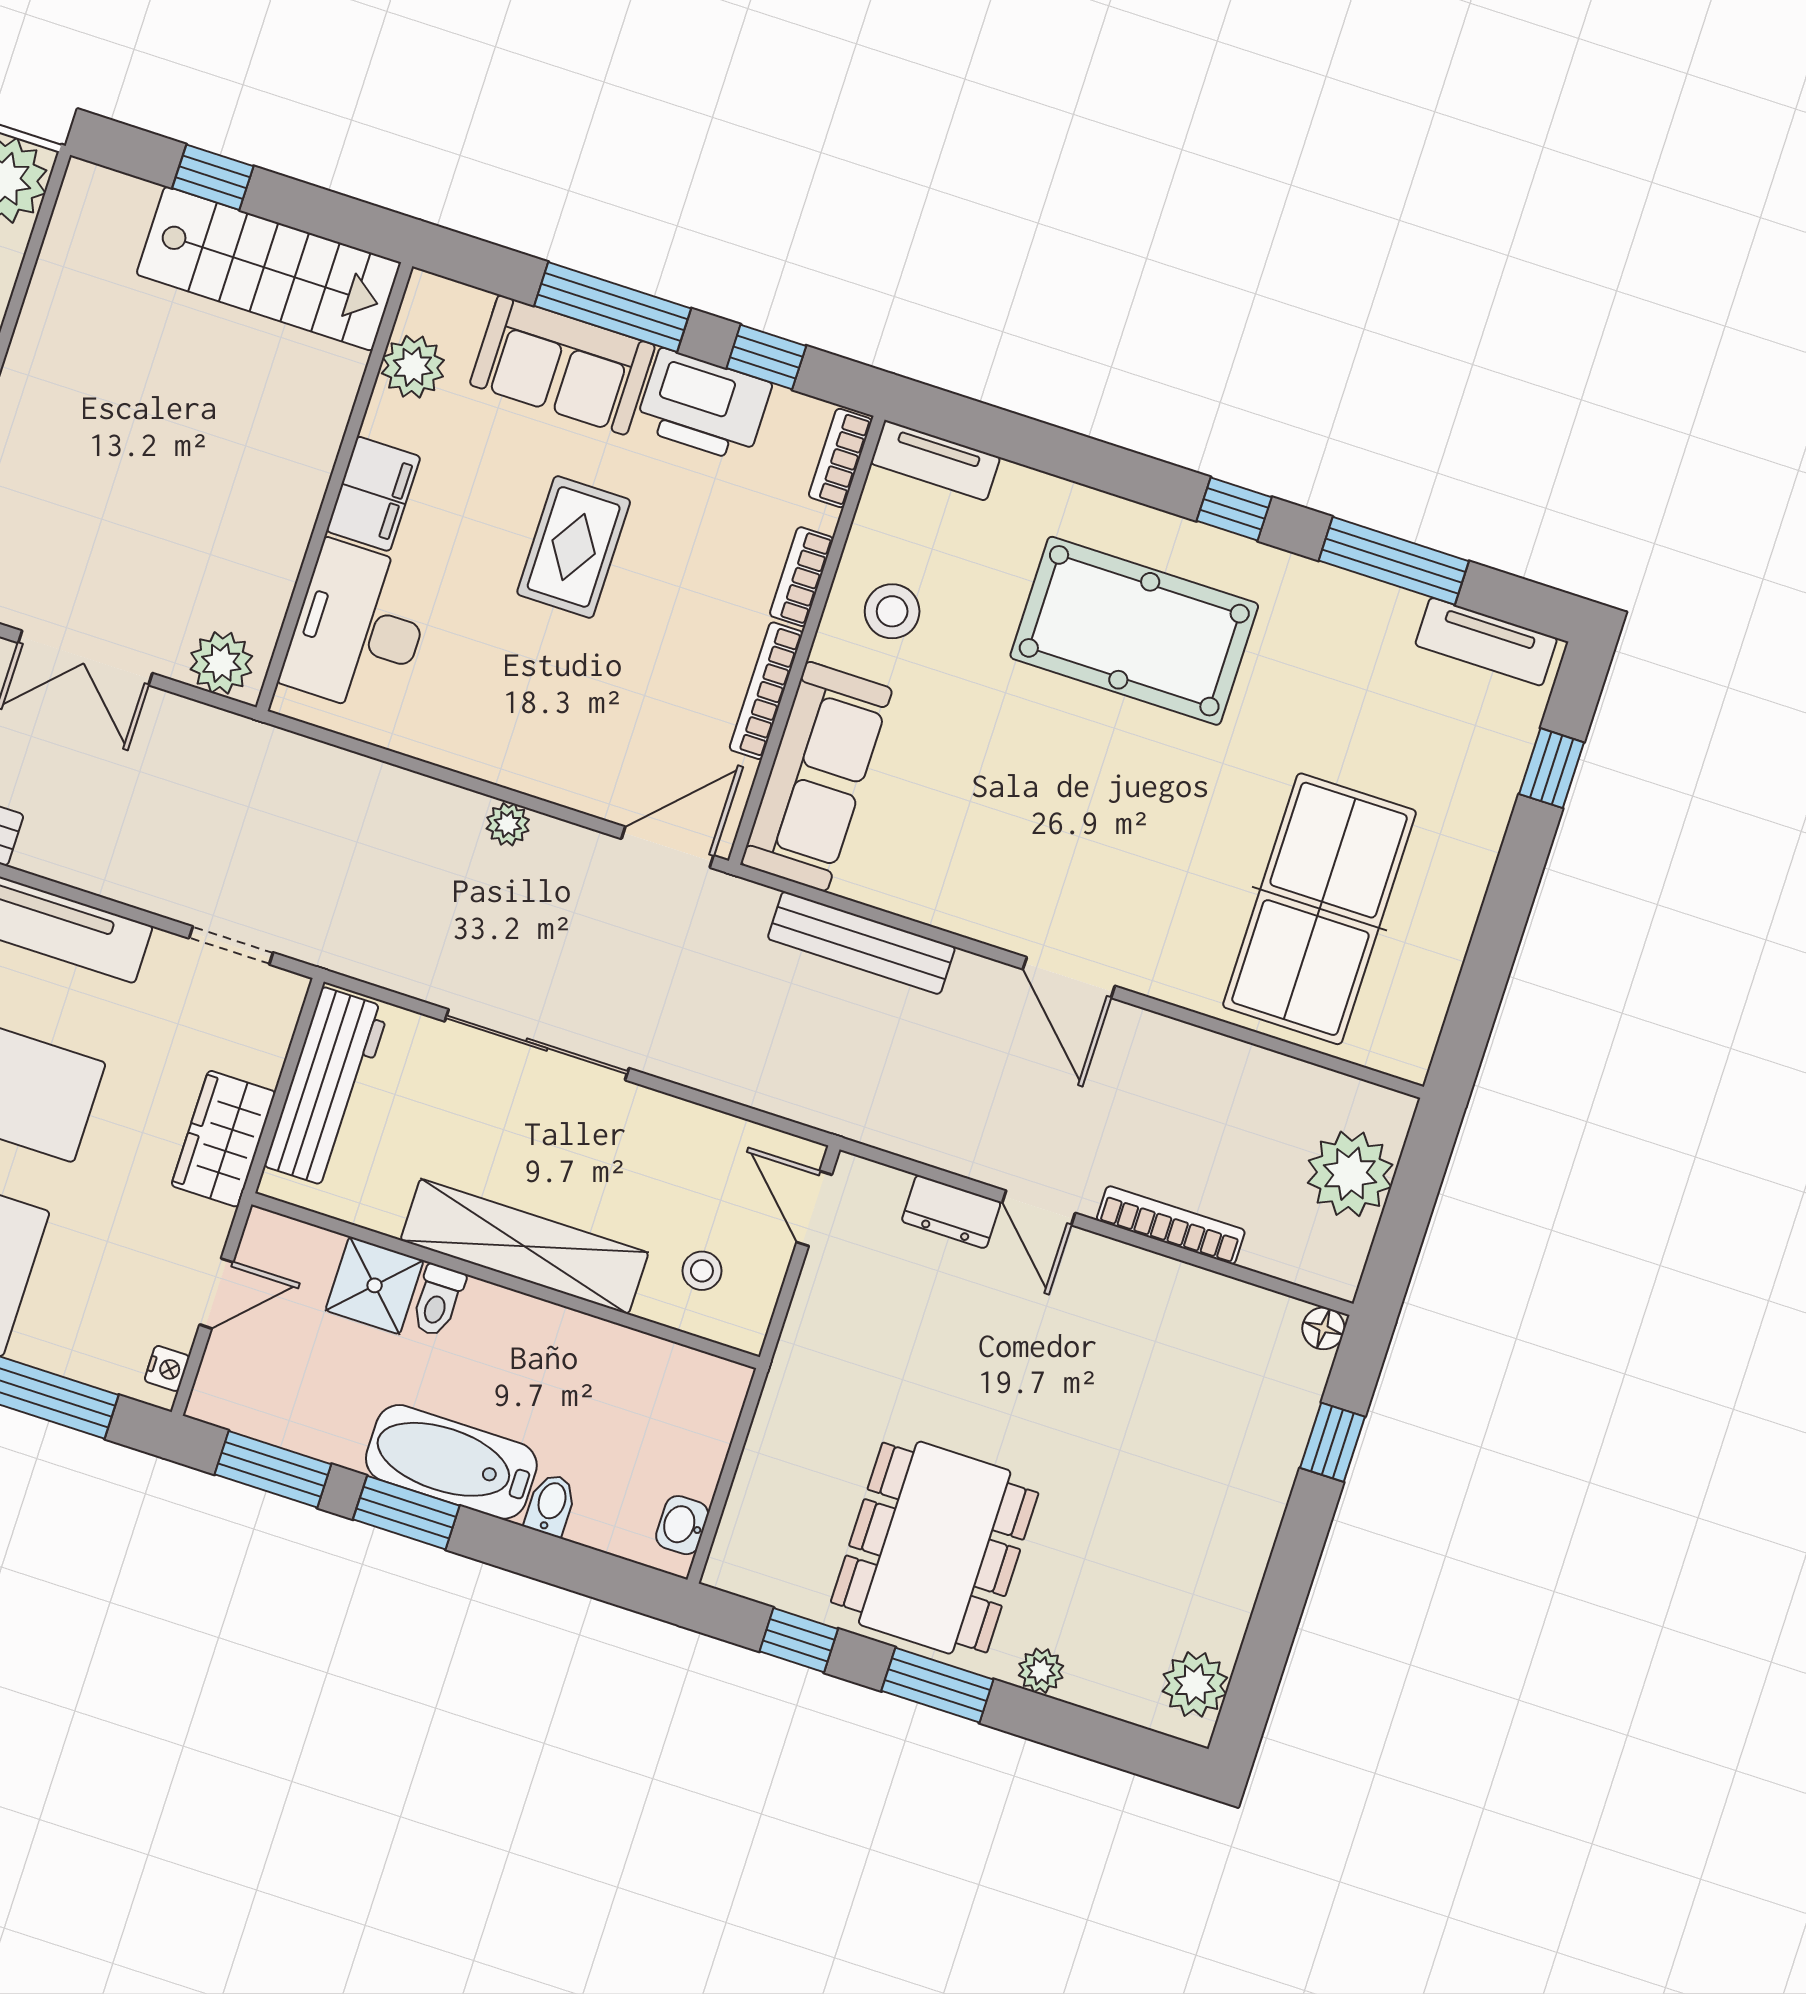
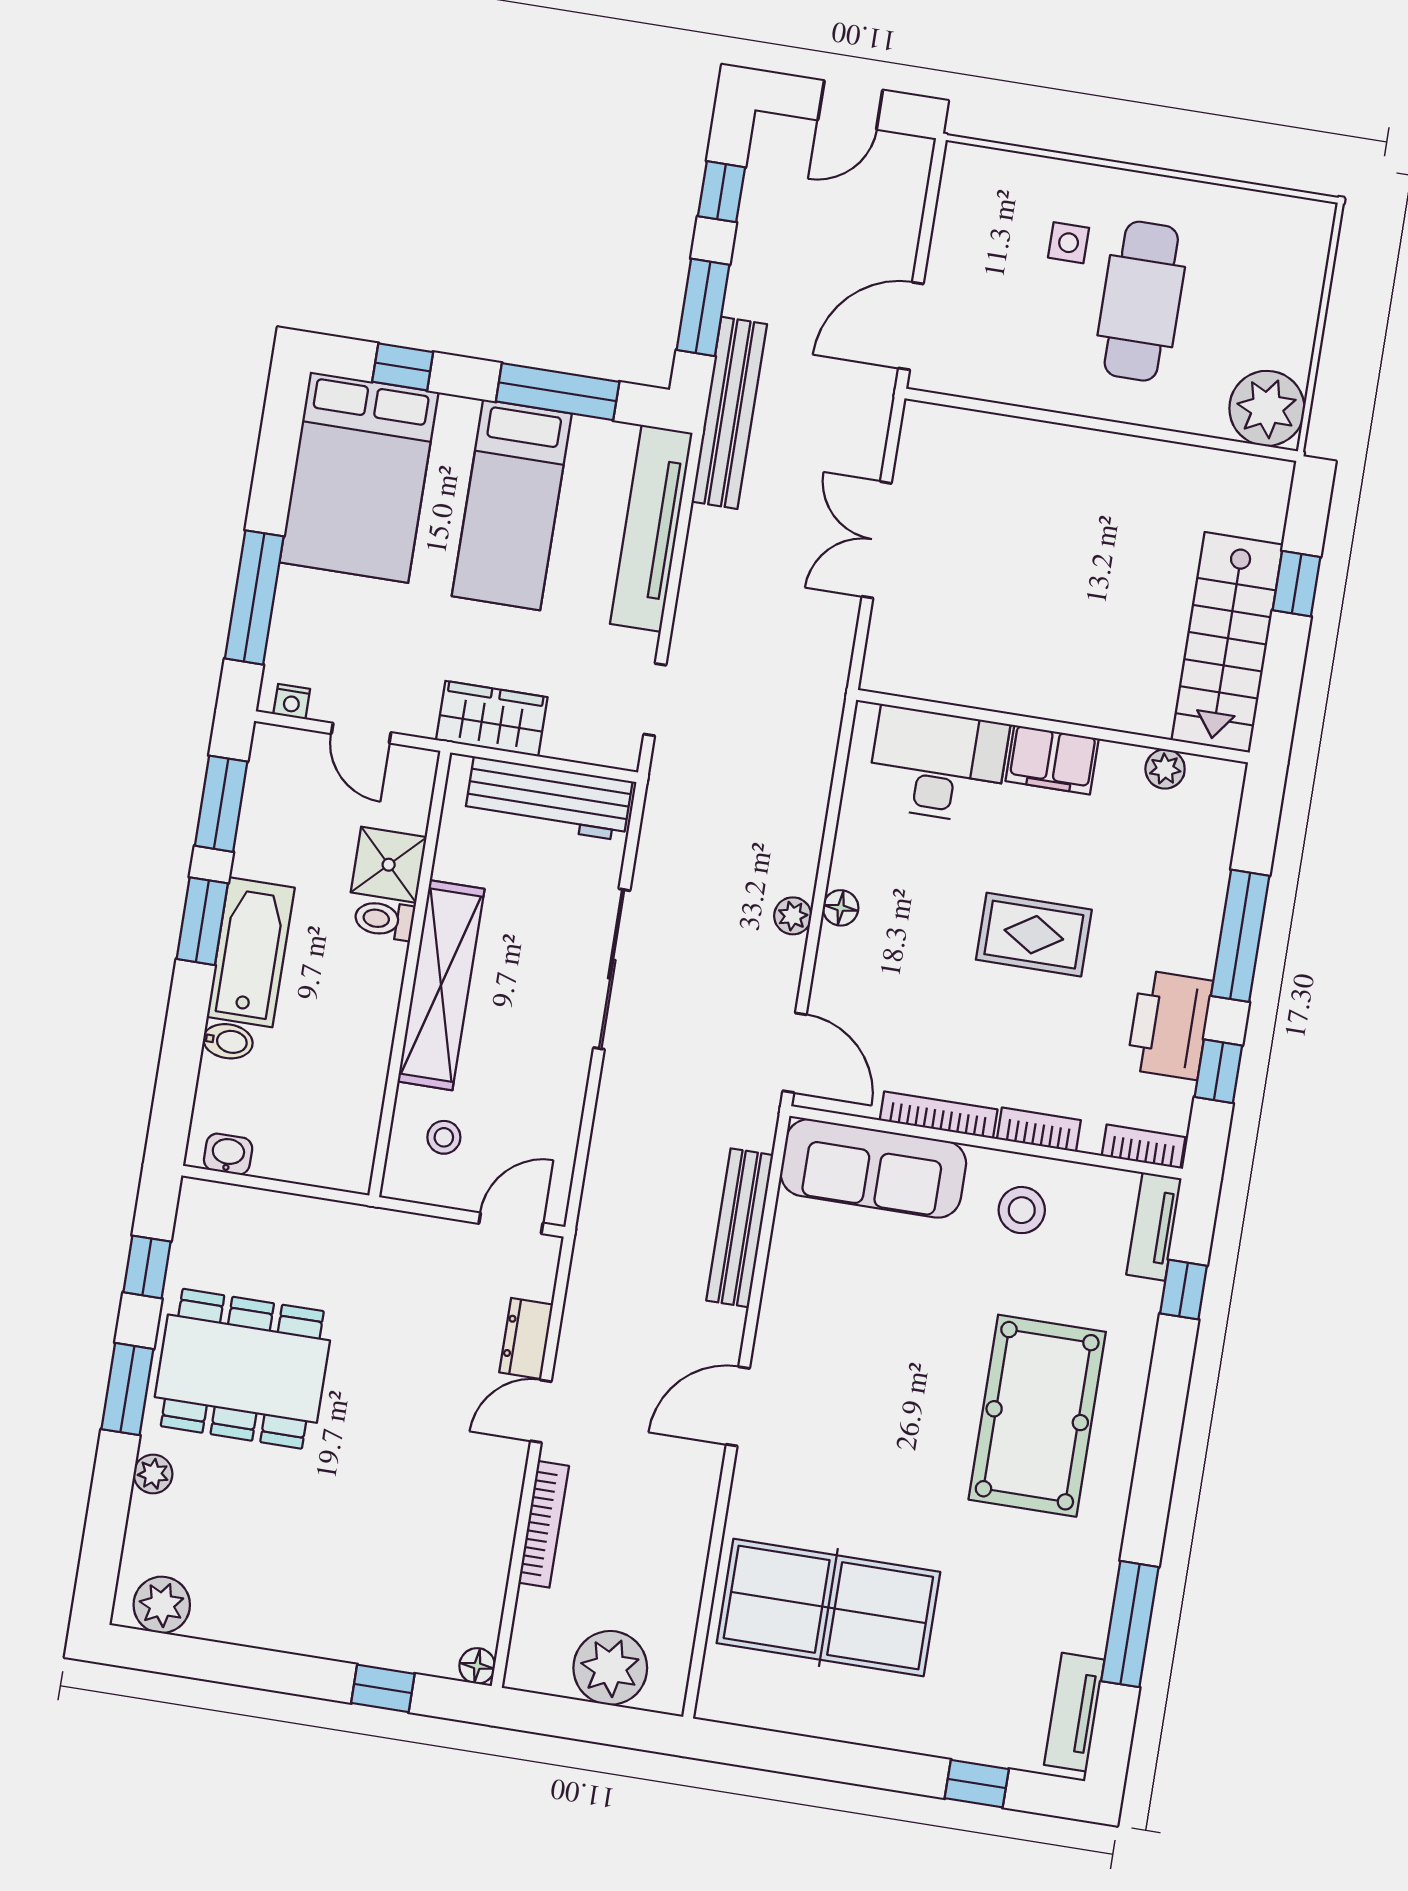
sofa: (562, 365) -> (1185, 901), removed
plant: (413, 367) -> (1165, 769), width x0.73, depth x0.73
window: (1234, 509) -> (1183, 1290), moved
plant: (221, 663) -> (890, 654), removed
floor lamp: (507, 767) -> (841, 908), added

